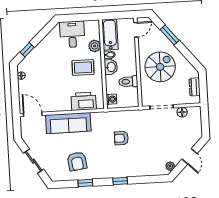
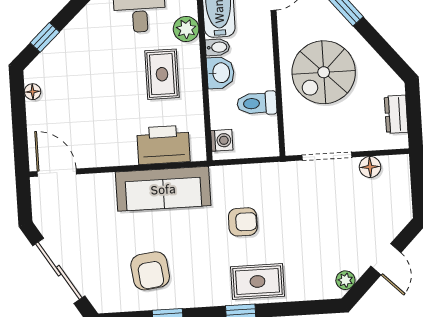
spiral stairs: (160, 67) -> (324, 72), turned 180
rug: (83, 68) -> (162, 74), turned 90
sofa: (68, 123) -> (163, 189), moved
armchair: (121, 138) -> (243, 222), turned 180
sliding door: (33, 161) -> (59, 271), width x1.37
rug: (128, 167) -> (257, 281), added

